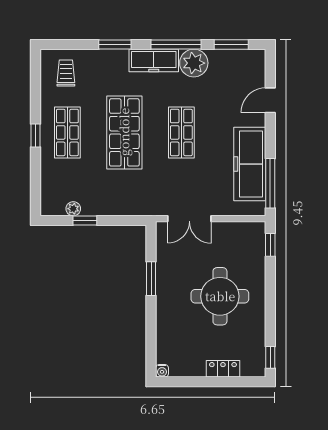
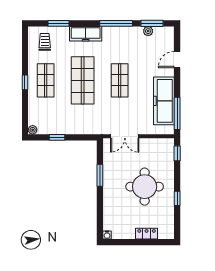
window: (115, 44) -> (58, 23), moved
freezer: (154, 60) -> (86, 34), moved
plant: (194, 63) -> (148, 31), moved, width x0.53, depth x0.53
plant: (73, 209) -> (33, 130), moved
window: (270, 357) -> (177, 198), moved

